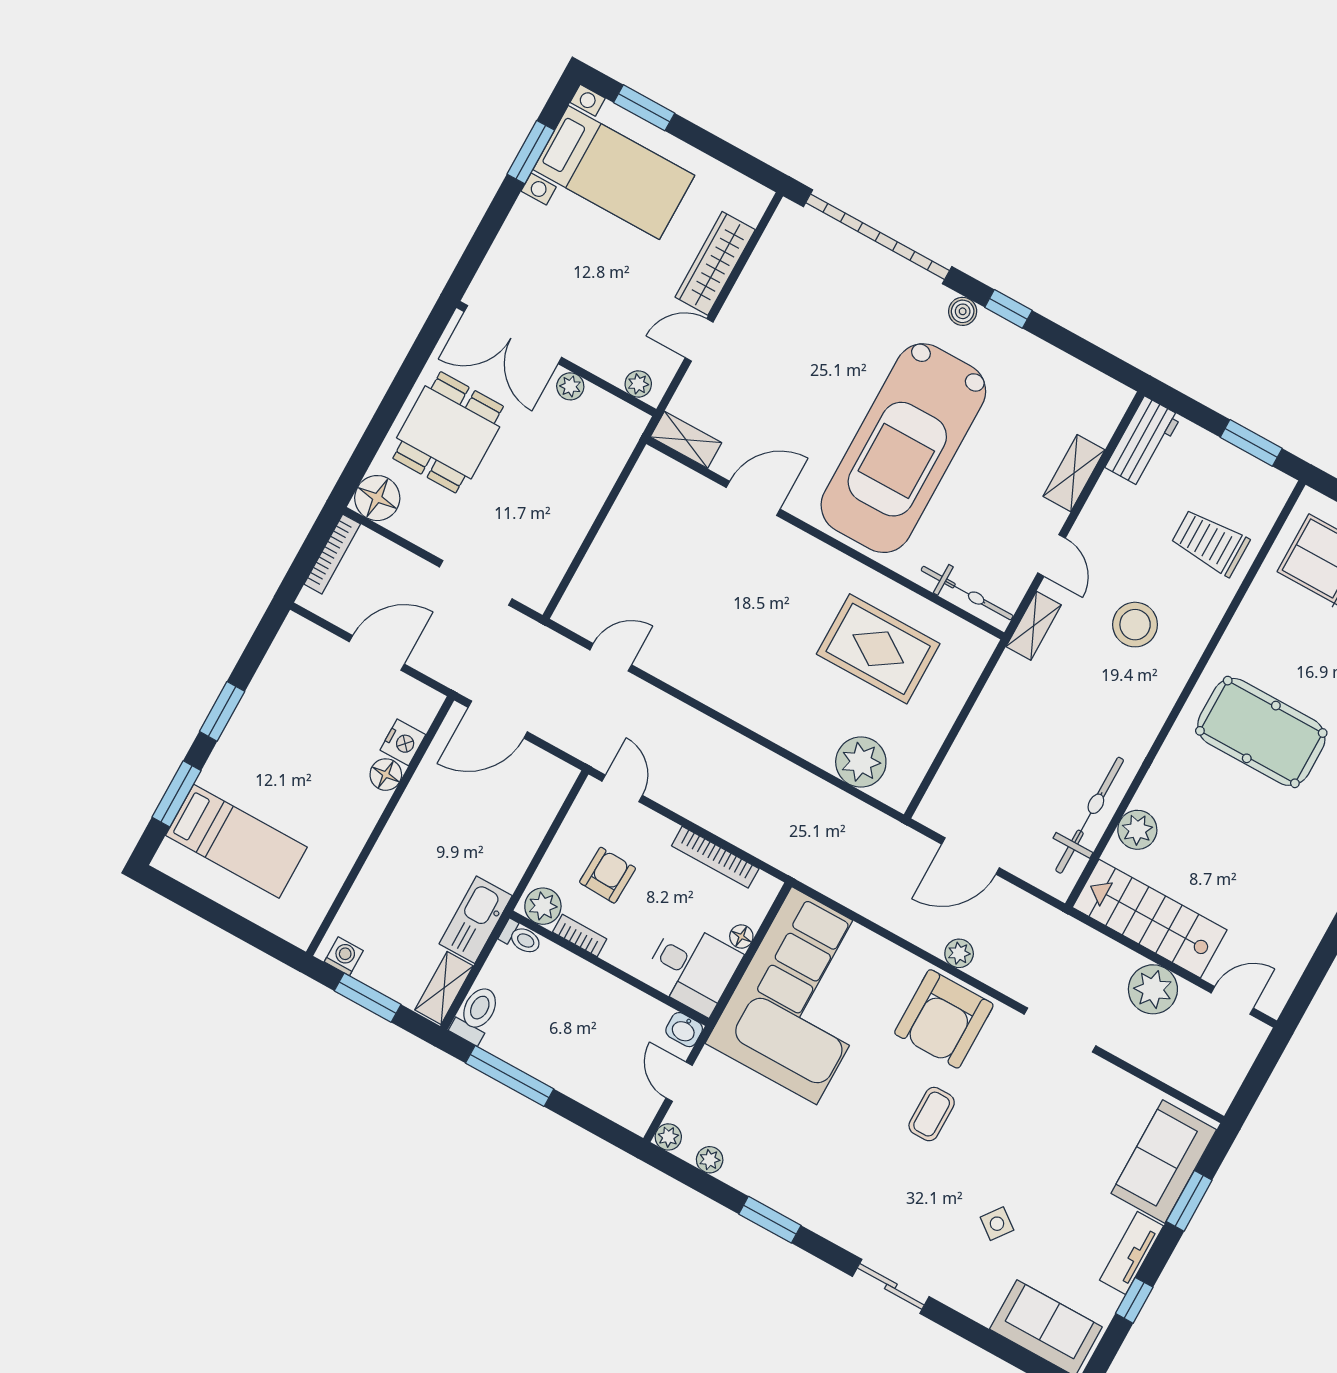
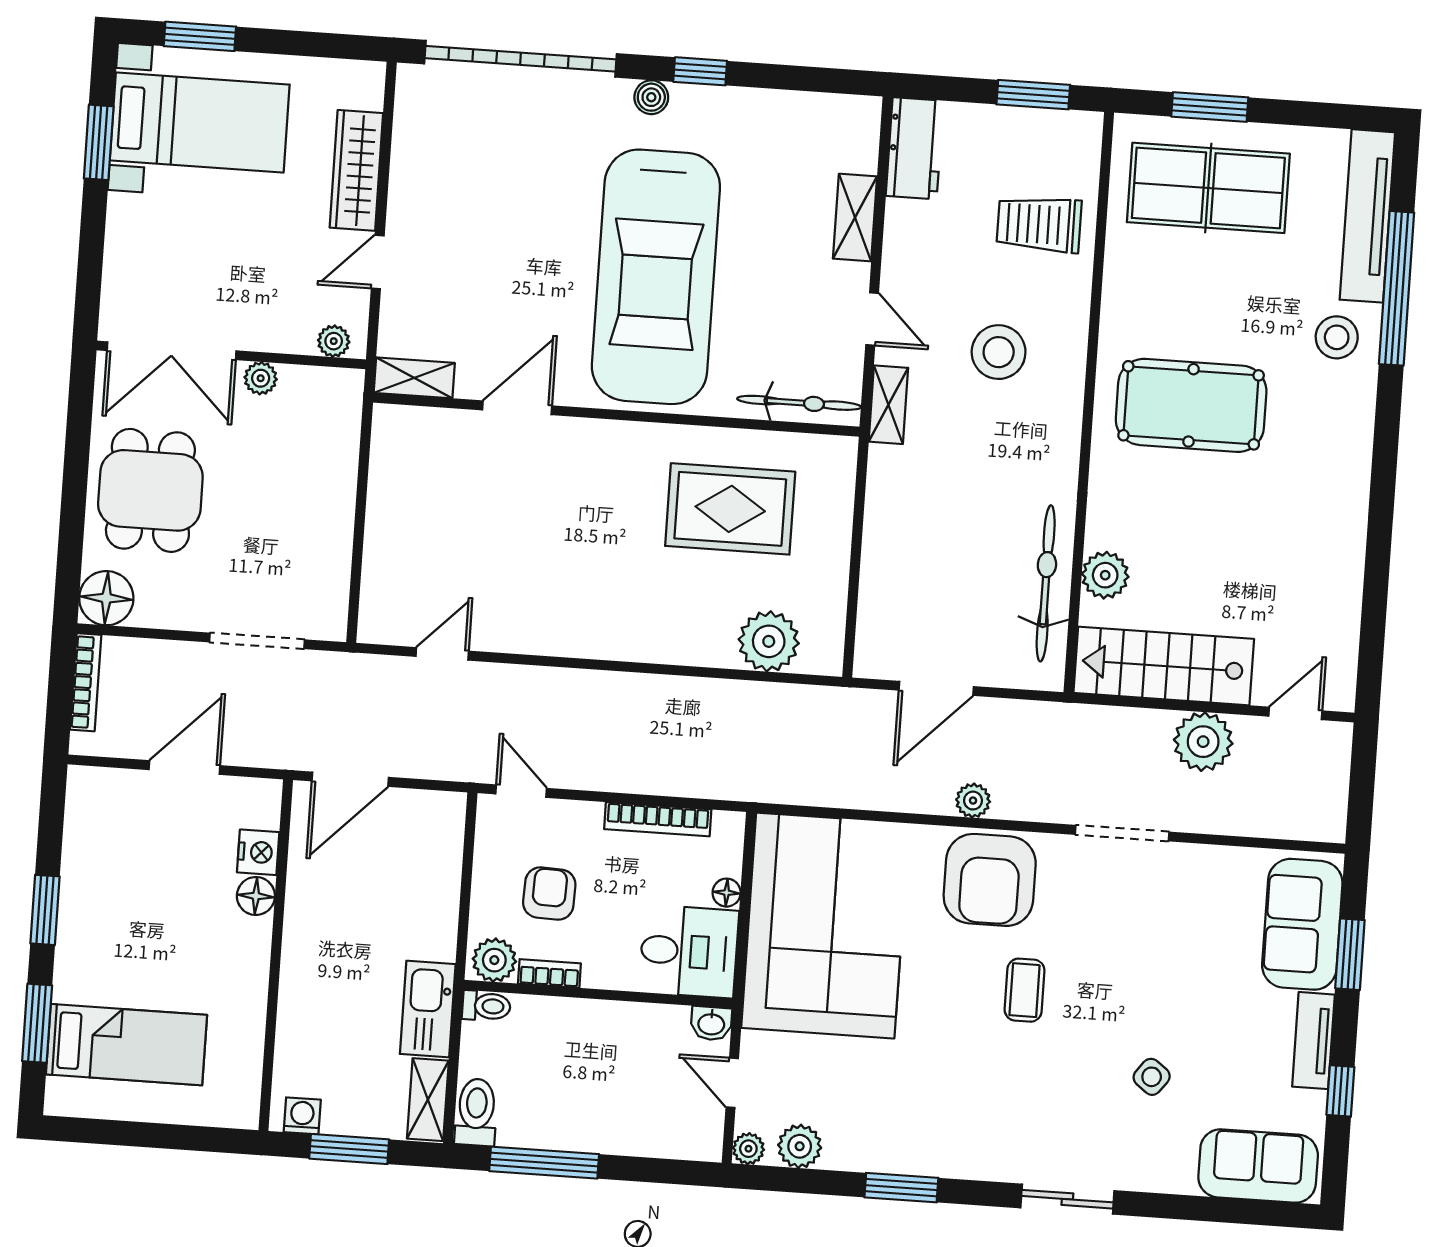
plant: (710, 1160) -> (800, 1146), width x1.38, depth x1.38

